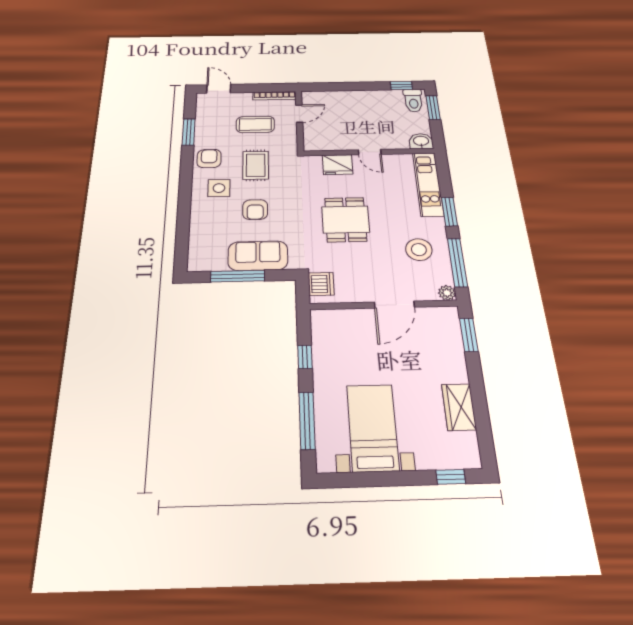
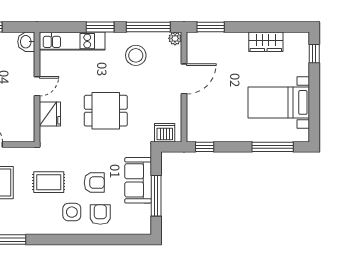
armchair: (209, 158) -> (100, 215), moved, turned 90
door: (394, 305) -> (184, 79), hinge flipped
window: (305, 357) -> (205, 147), moved

